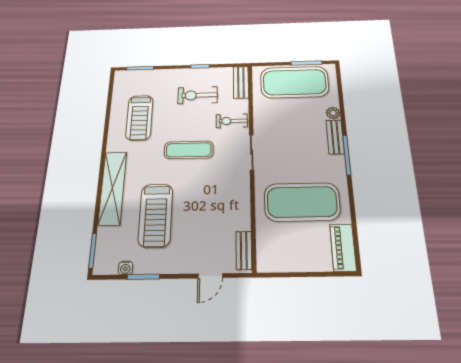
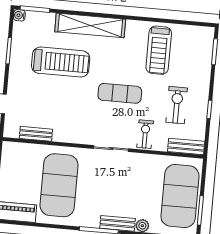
treadmill: (139, 118) -> (159, 50), turned -90
exercise mat: (189, 150) -> (120, 93), turned 90
treadmill: (156, 215) -> (61, 62), turned 180
bench: (244, 250) -> (36, 134), moved
water cooler: (125, 268) -> (19, 15), moved

